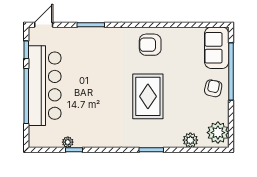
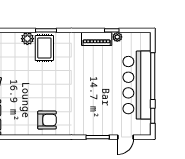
door: (44, 25) -> (126, 137), moved
rug: (148, 96) -> (44, 48), moved, width x0.73, depth x0.70
piano: (92, 140) -> (97, 39), added
plant: (190, 140) -> (27, 39), moved

